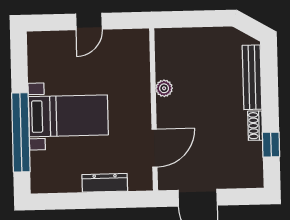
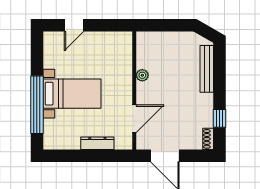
door: (89, 22) -> (74, 25), moved
shoe rack: (255, 126) -> (208, 139), moved

